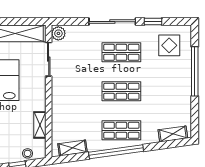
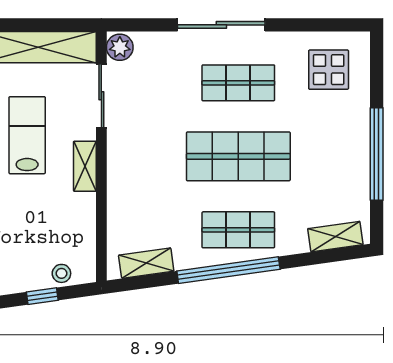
window: (153, 22) -> (298, 25), removed
window: (195, 71) -> (377, 154), moved
shop shelf: (121, 91) -> (238, 156), width x1.43, depth x1.36
shelving: (40, 125) -> (85, 166), moved

